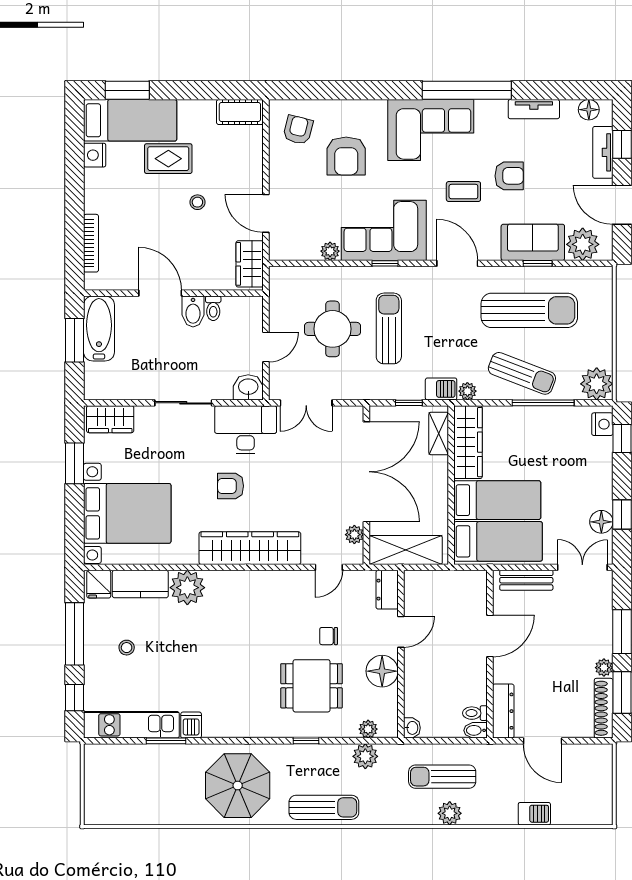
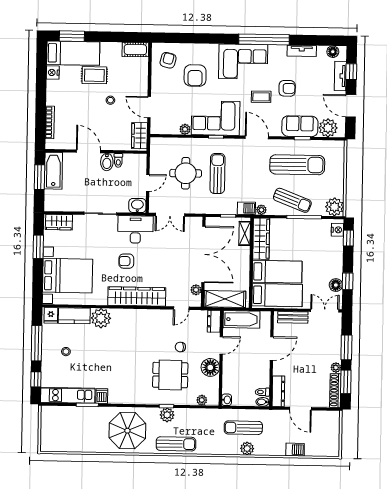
bathtub: (436, 585) -> (242, 319), added
plant: (365, 756) -> (167, 415), moved

